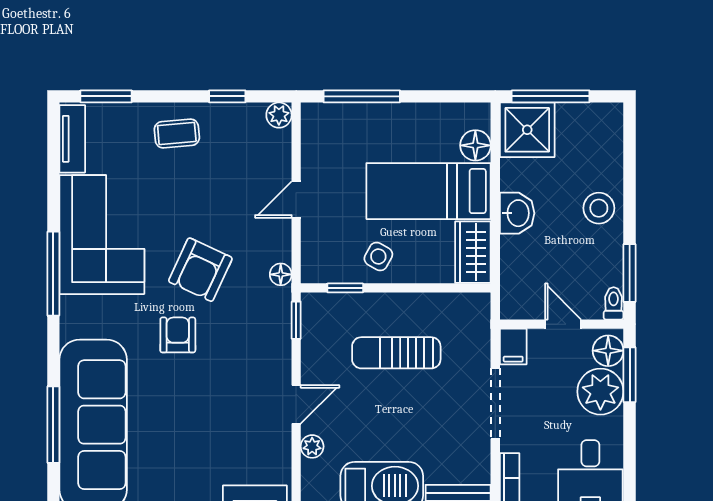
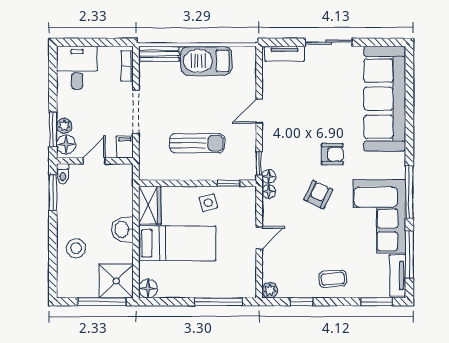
floor lamp: (475, 145) -> (148, 289), moved
stool: (599, 208) -> (76, 248), moved
side table: (378, 256) -> (208, 203), turned 45
armchair: (200, 270) -> (318, 195), width x0.72, depth x0.72
floor lamp: (280, 299) -> (269, 176), added
door: (563, 324) -> (94, 161), swing flipped
armchair: (178, 335) -> (332, 154), turned -90
plant: (600, 392) -> (64, 126), width x0.53, depth x0.53
window: (53, 425) -> (409, 255), moved
plant: (312, 446) -> (249, 85), removed

